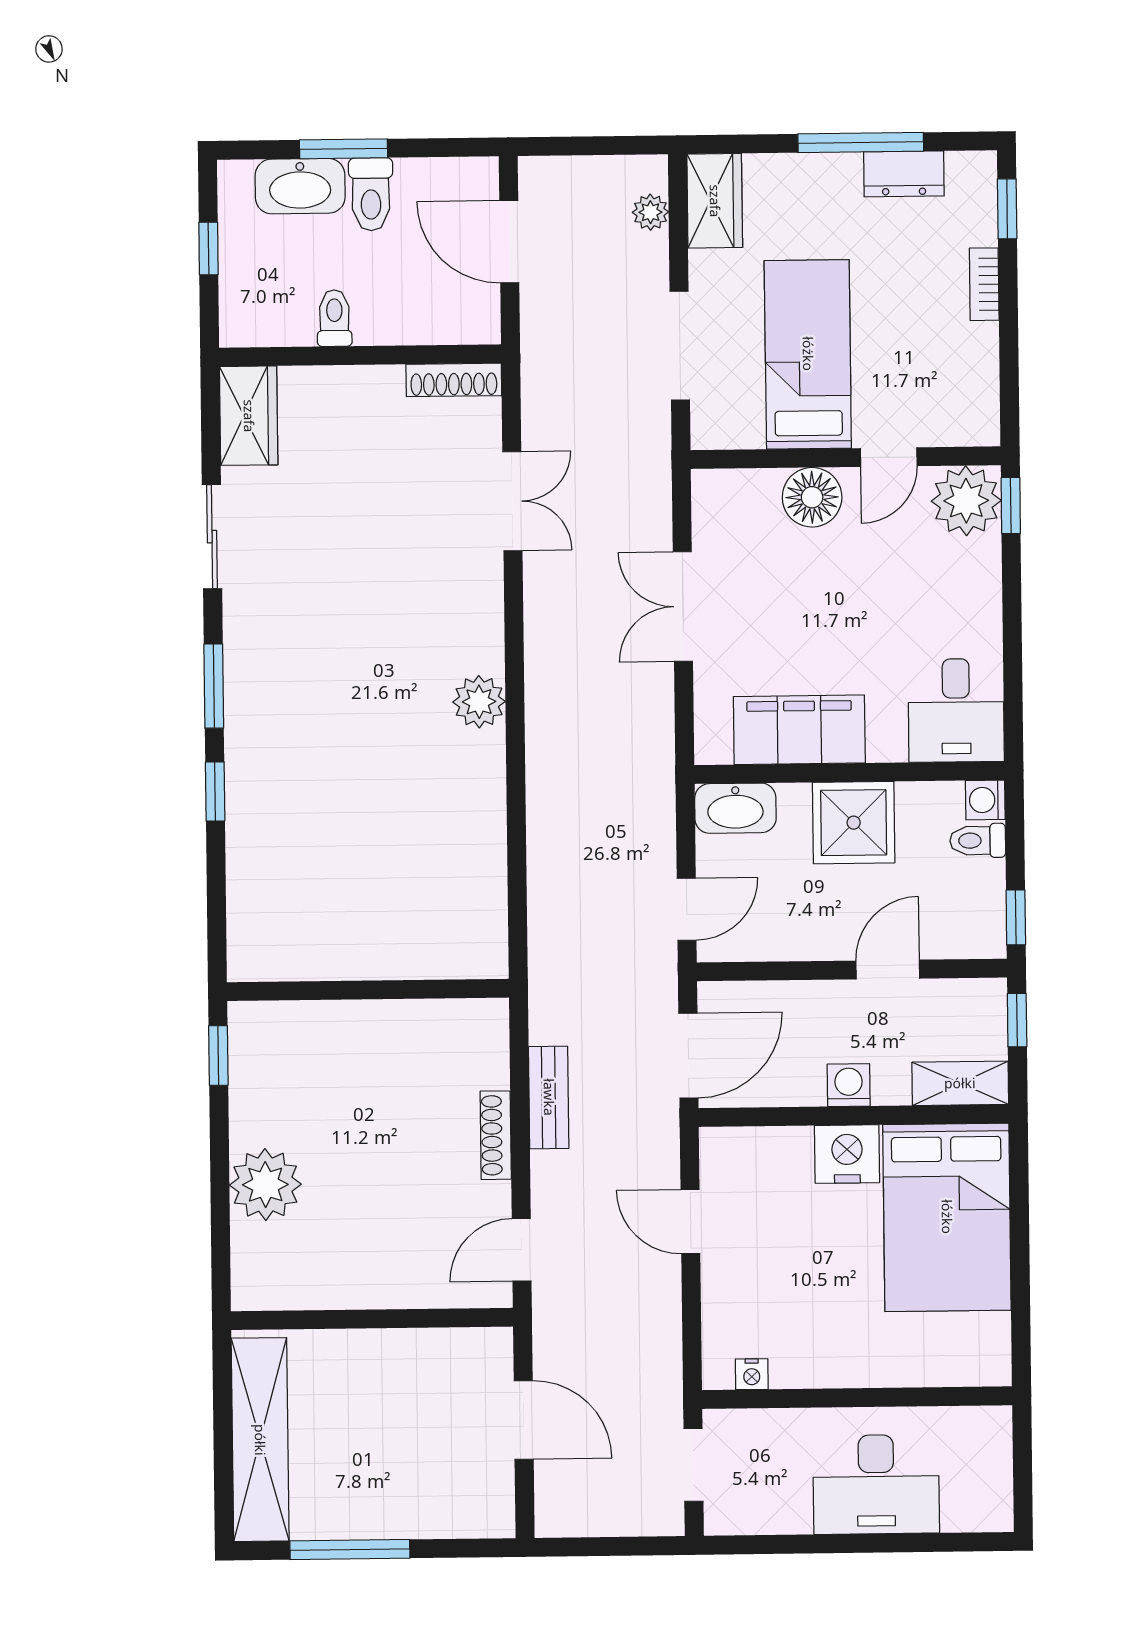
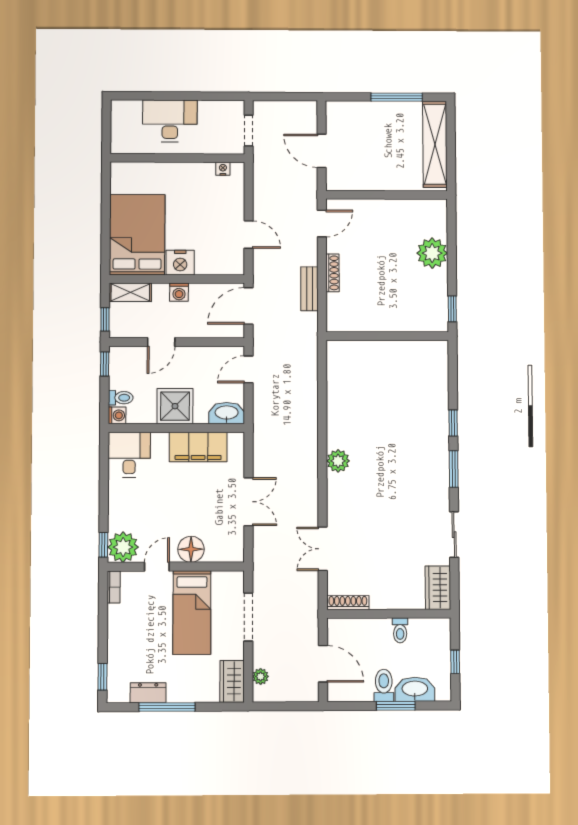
bookcase: (984, 284) -> (114, 587), moved

